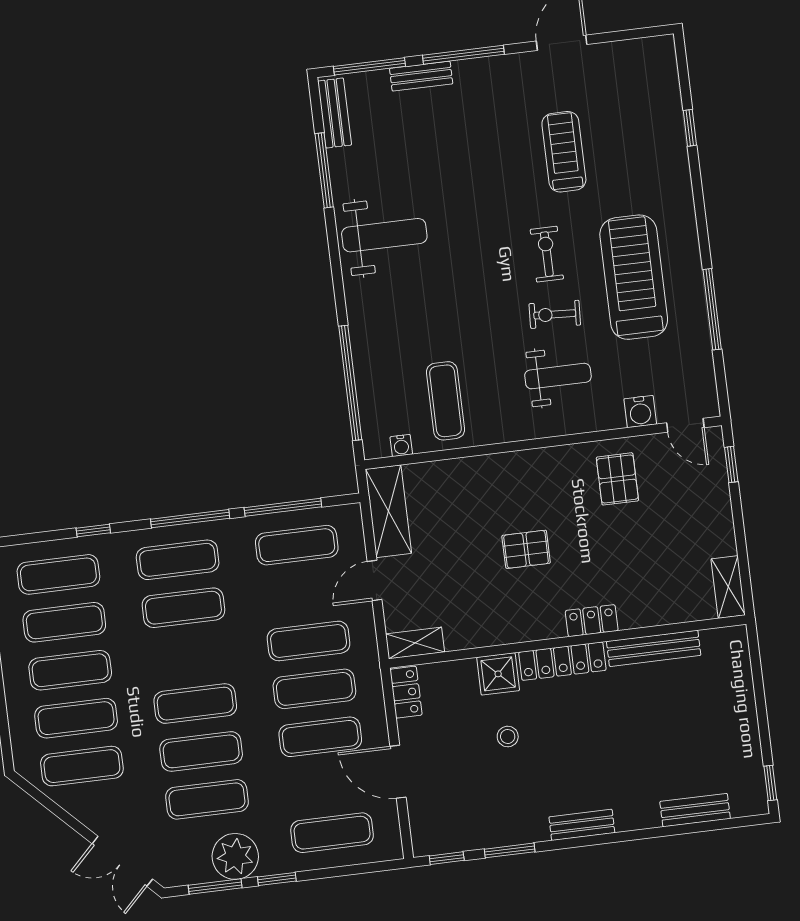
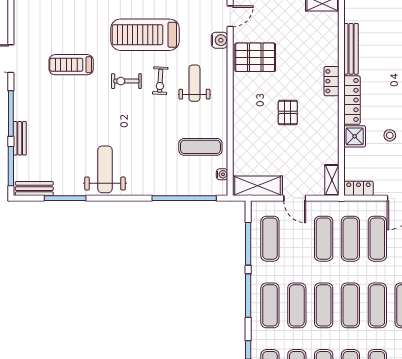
pallet: (617, 479) -> (255, 57), width x1.50, depth x1.42
exercise mat: (189, 656) -> (324, 305), added

